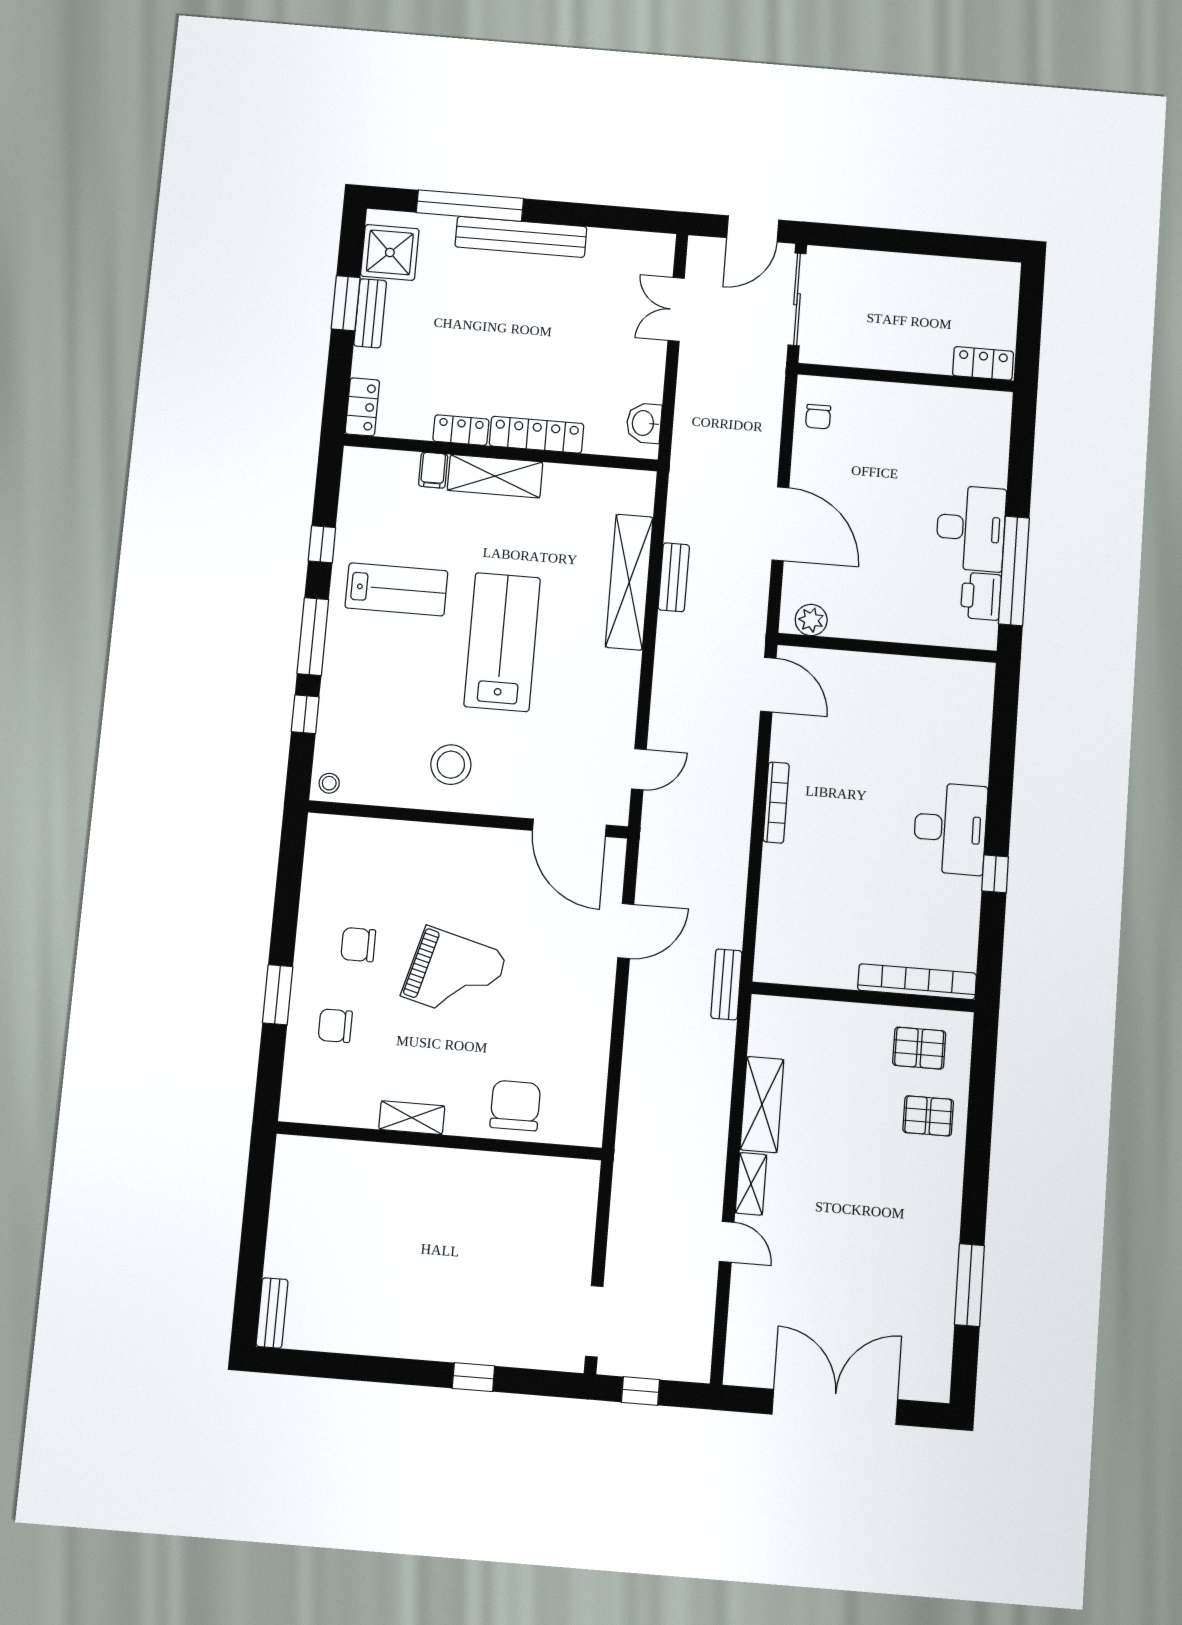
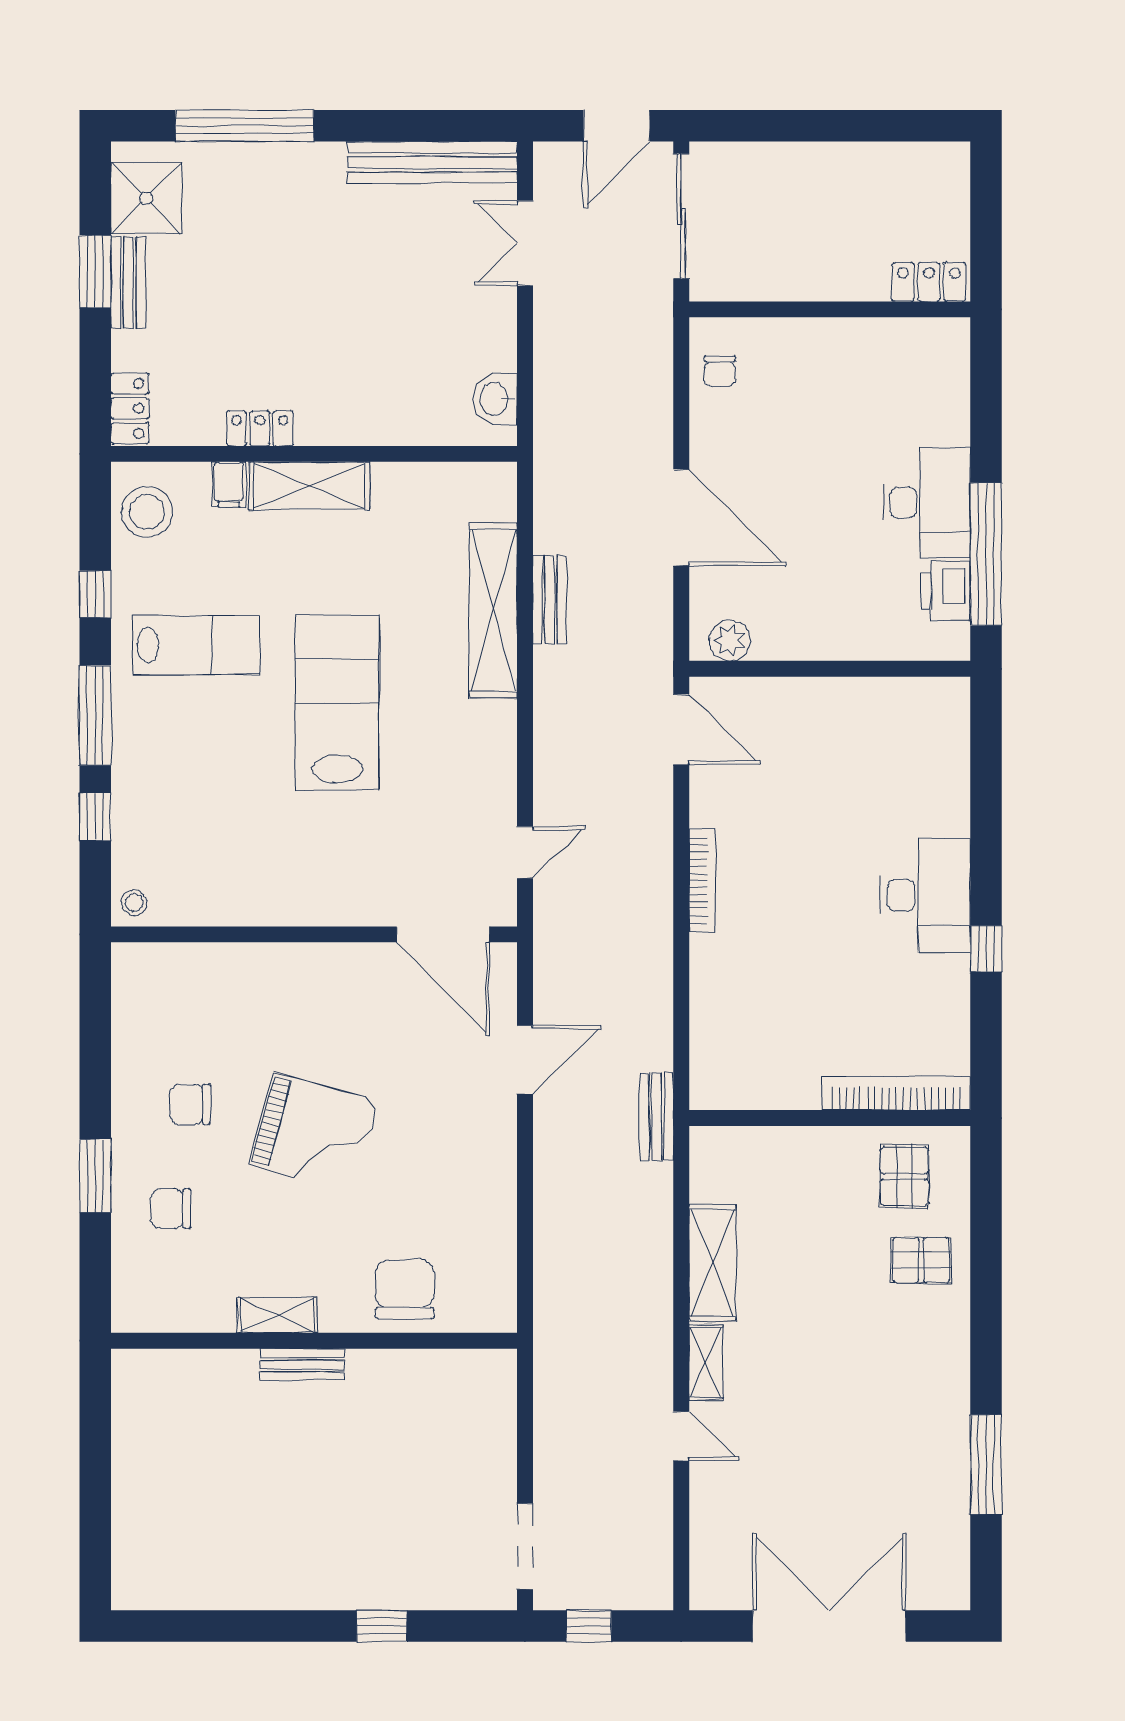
bench: (521, 237) -> (432, 163), moved
locker: (537, 435) -> (358, 426), removed
stool: (451, 765) -> (147, 512), moved
pallet: (919, 1048) -> (904, 1176), turned 90
bench: (272, 1313) -> (302, 1365), moved, turned 90

